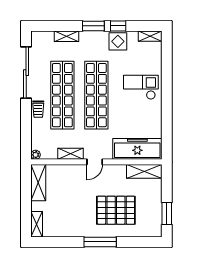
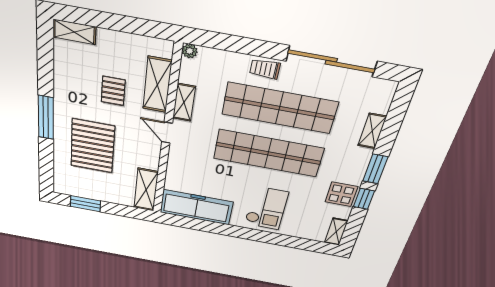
freezer: (137, 149) -> (196, 207), moved, turned -90
shelving: (38, 183) -> (157, 85), moved, turned 90
pallet: (71, 199) -> (113, 91), added

